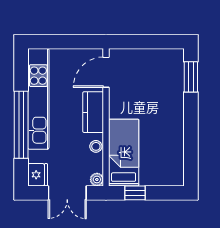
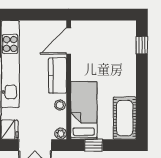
window: (191, 77) -> (142, 45), width x0.67
cot: (171, 161) -> (125, 118), added

